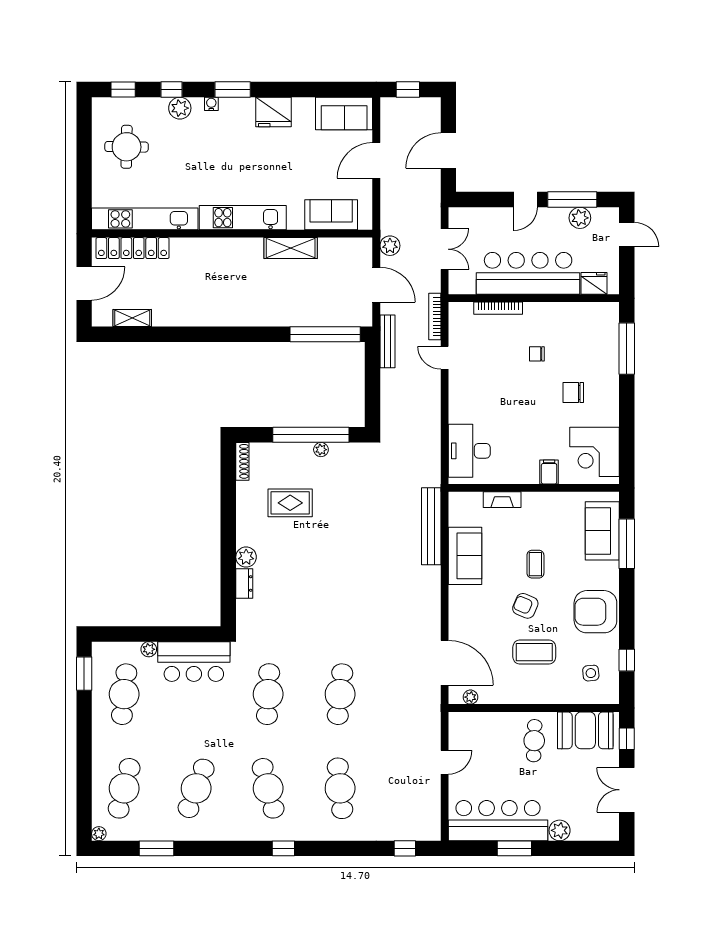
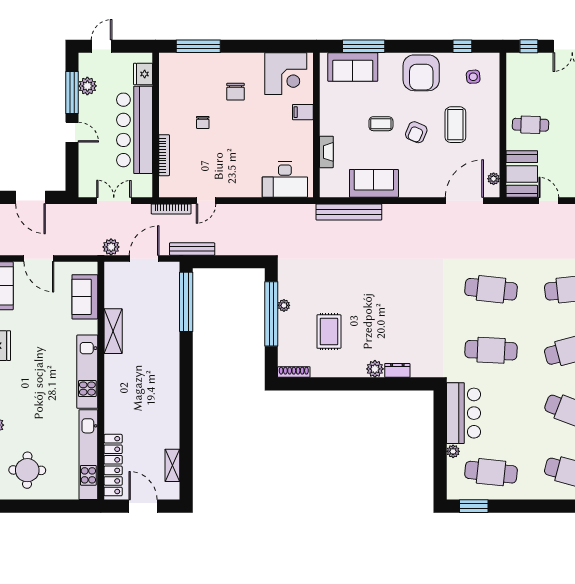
booth: (585, 730) -> (522, 174), moved

